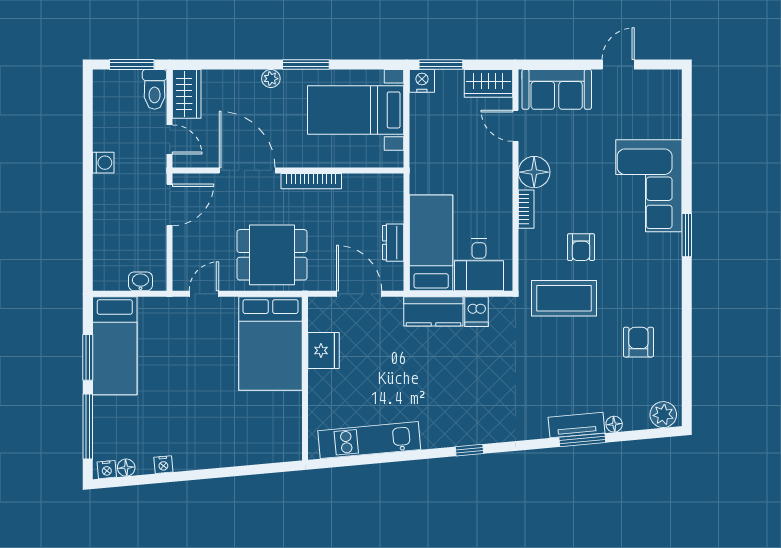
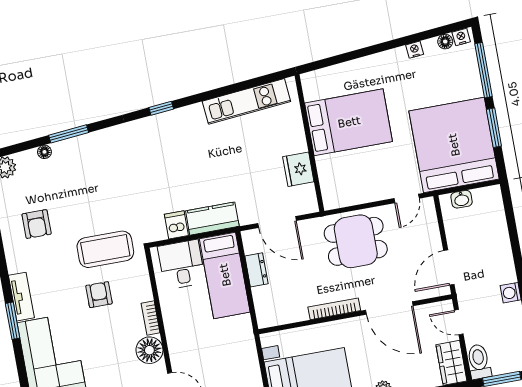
bed: (270, 344) -> (349, 122), moved, turned 90
bed: (115, 346) -> (454, 145), width x2.04
tv unit: (577, 425) -> (21, 297), moved, turned -85

